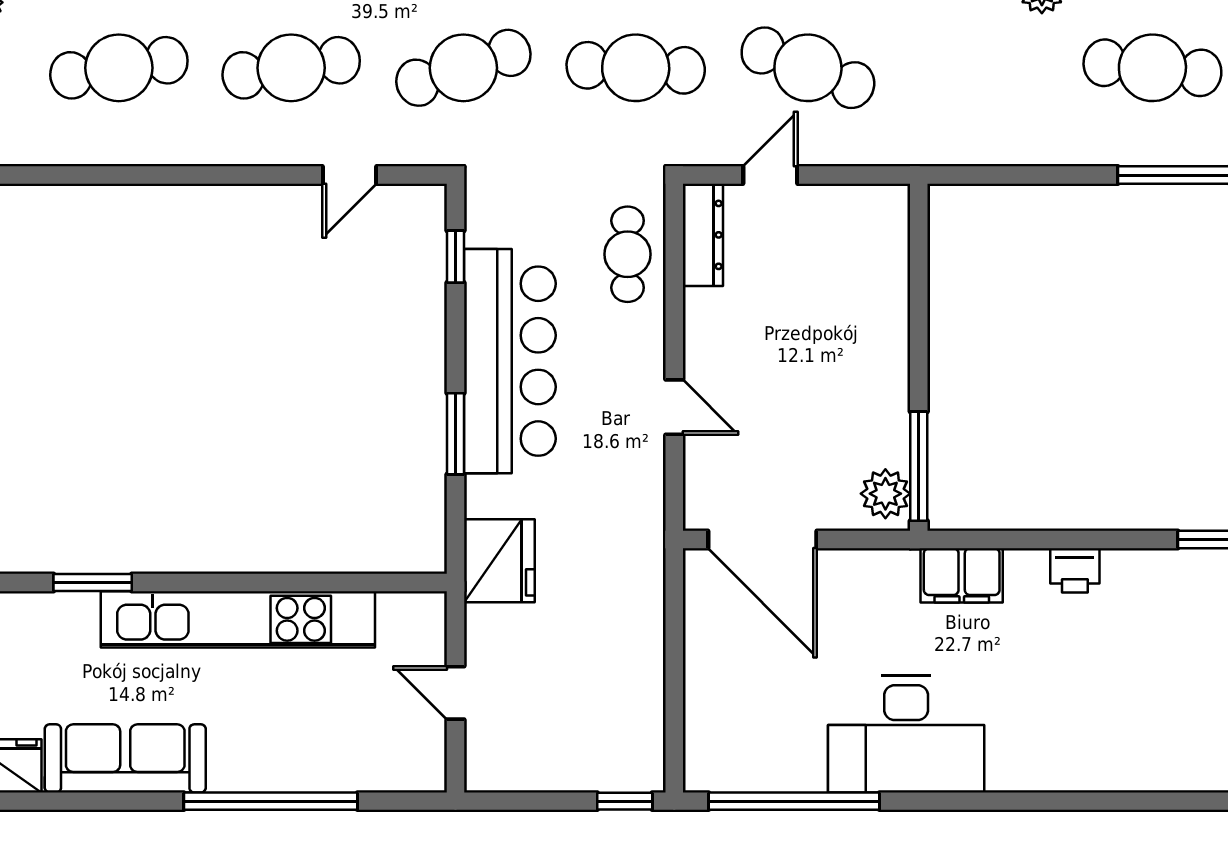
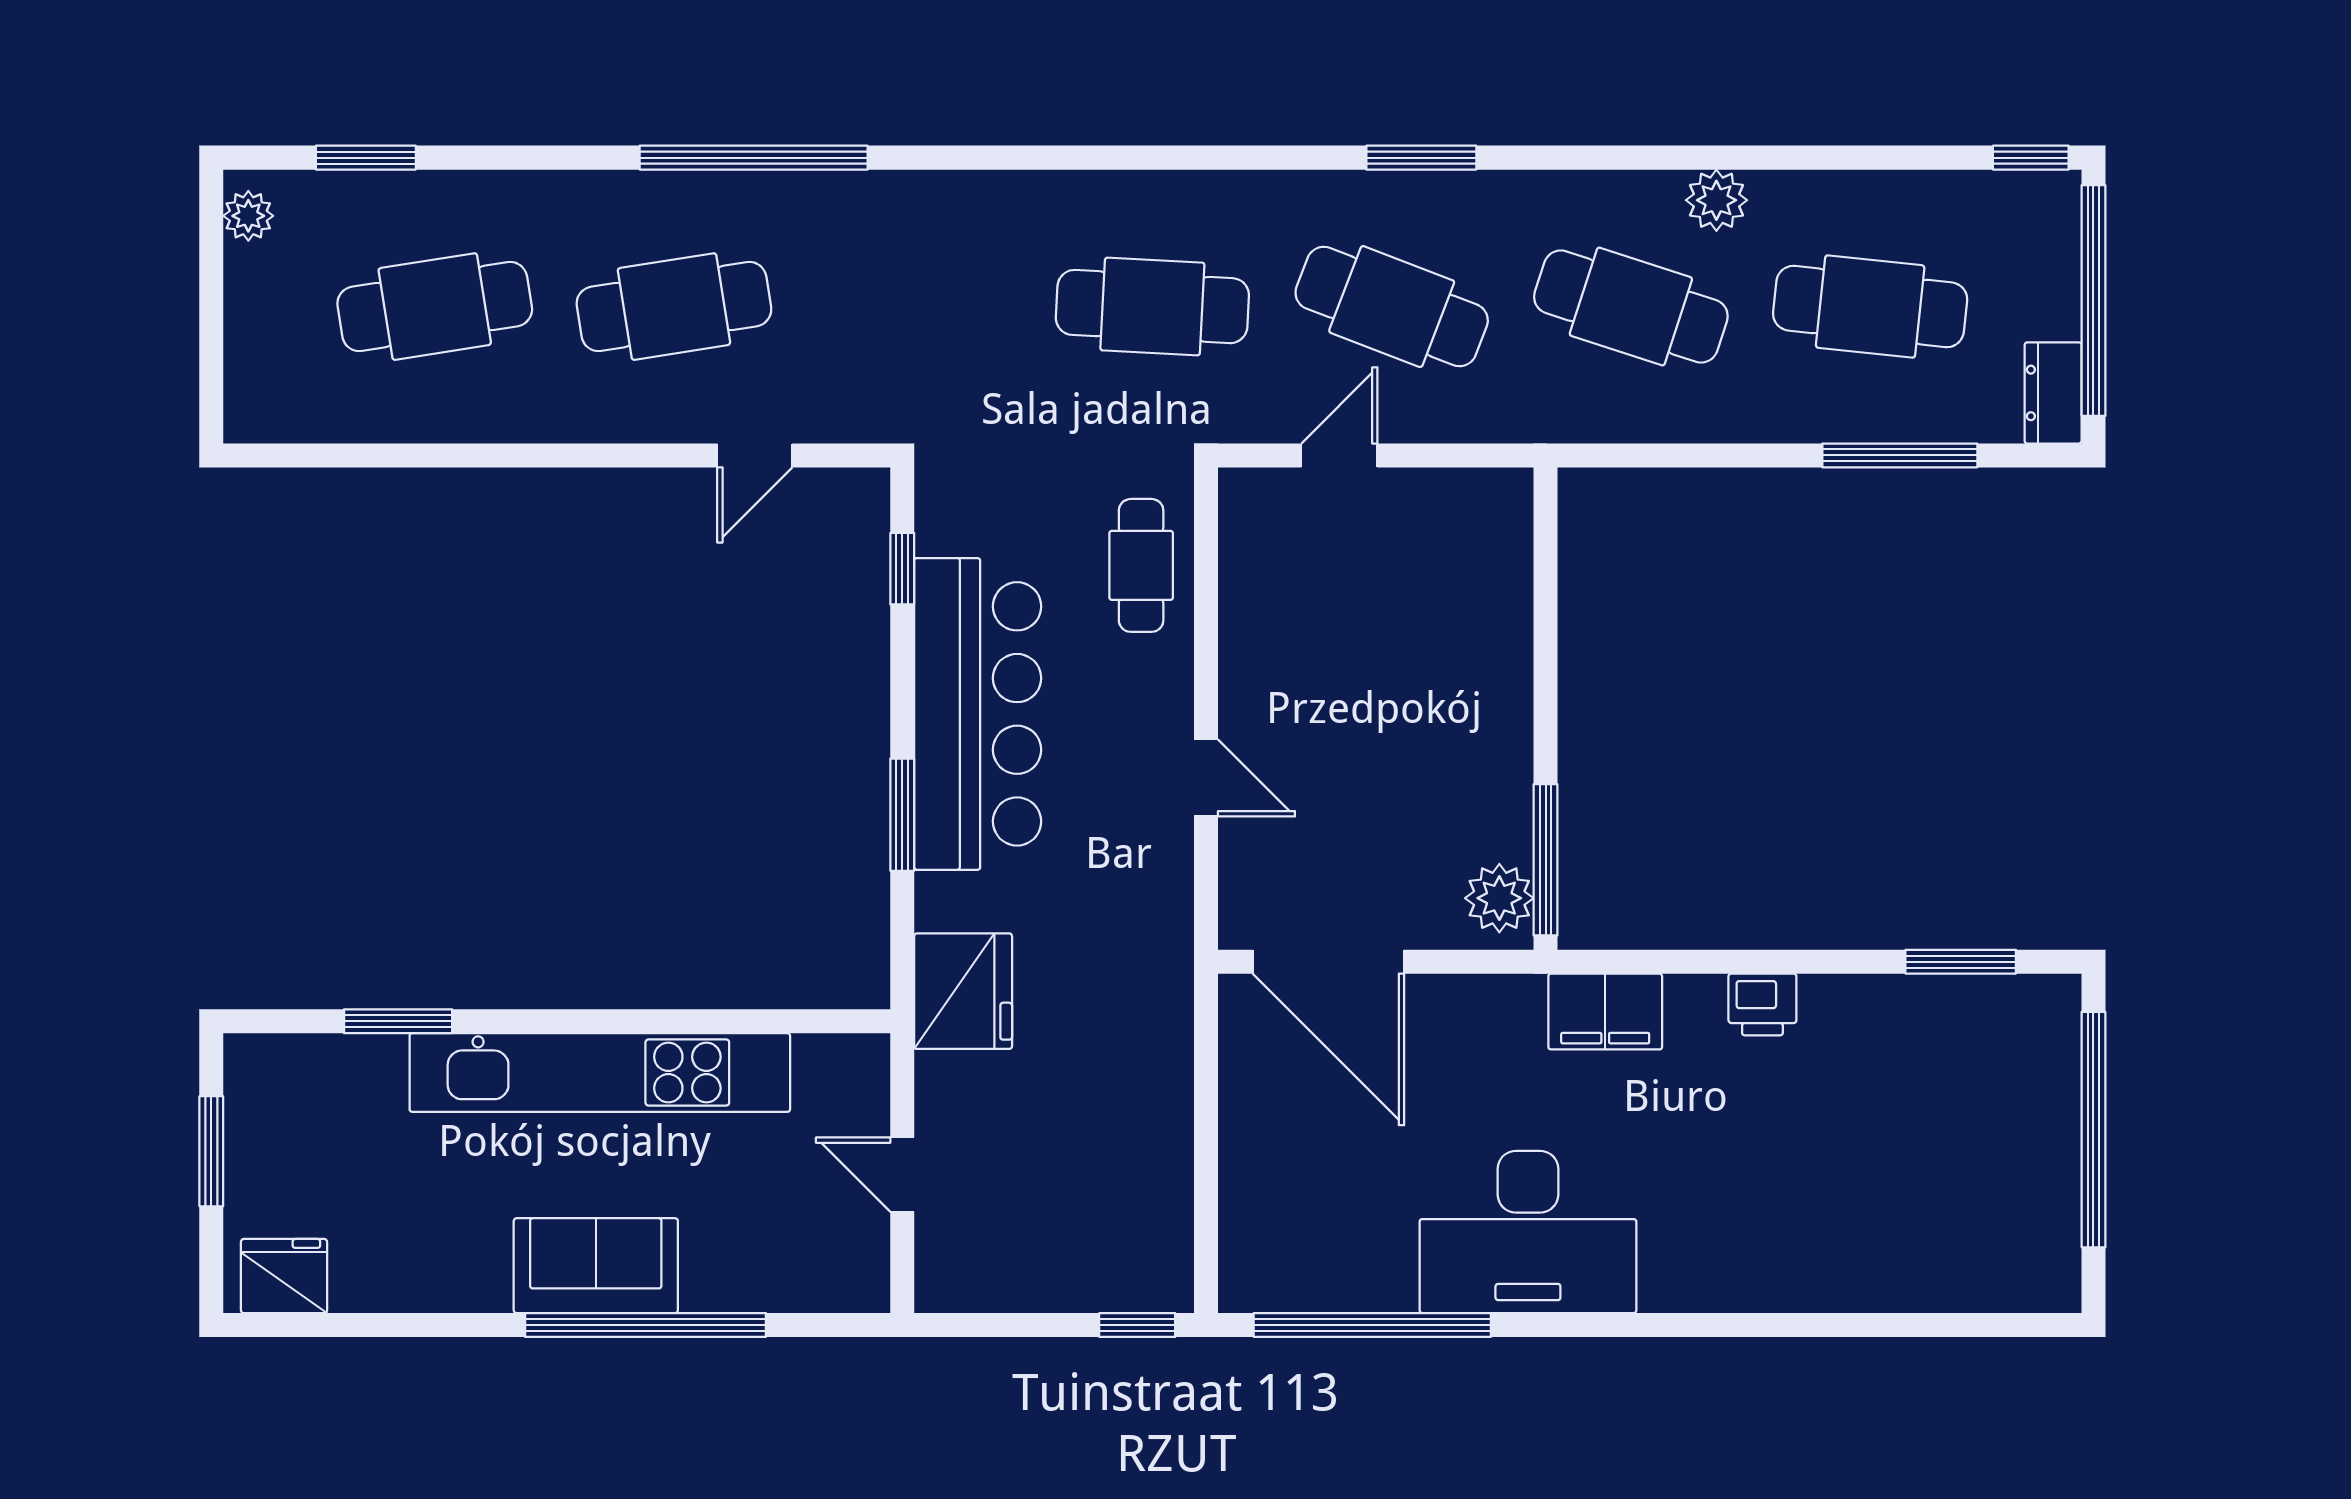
cafe table: (463, 68) -> (1631, 307), moved, turned 36
dresser: (703, 235) -> (1246, 539), removed
sofa: (125, 758) -> (596, 1266), moved, width x0.73

